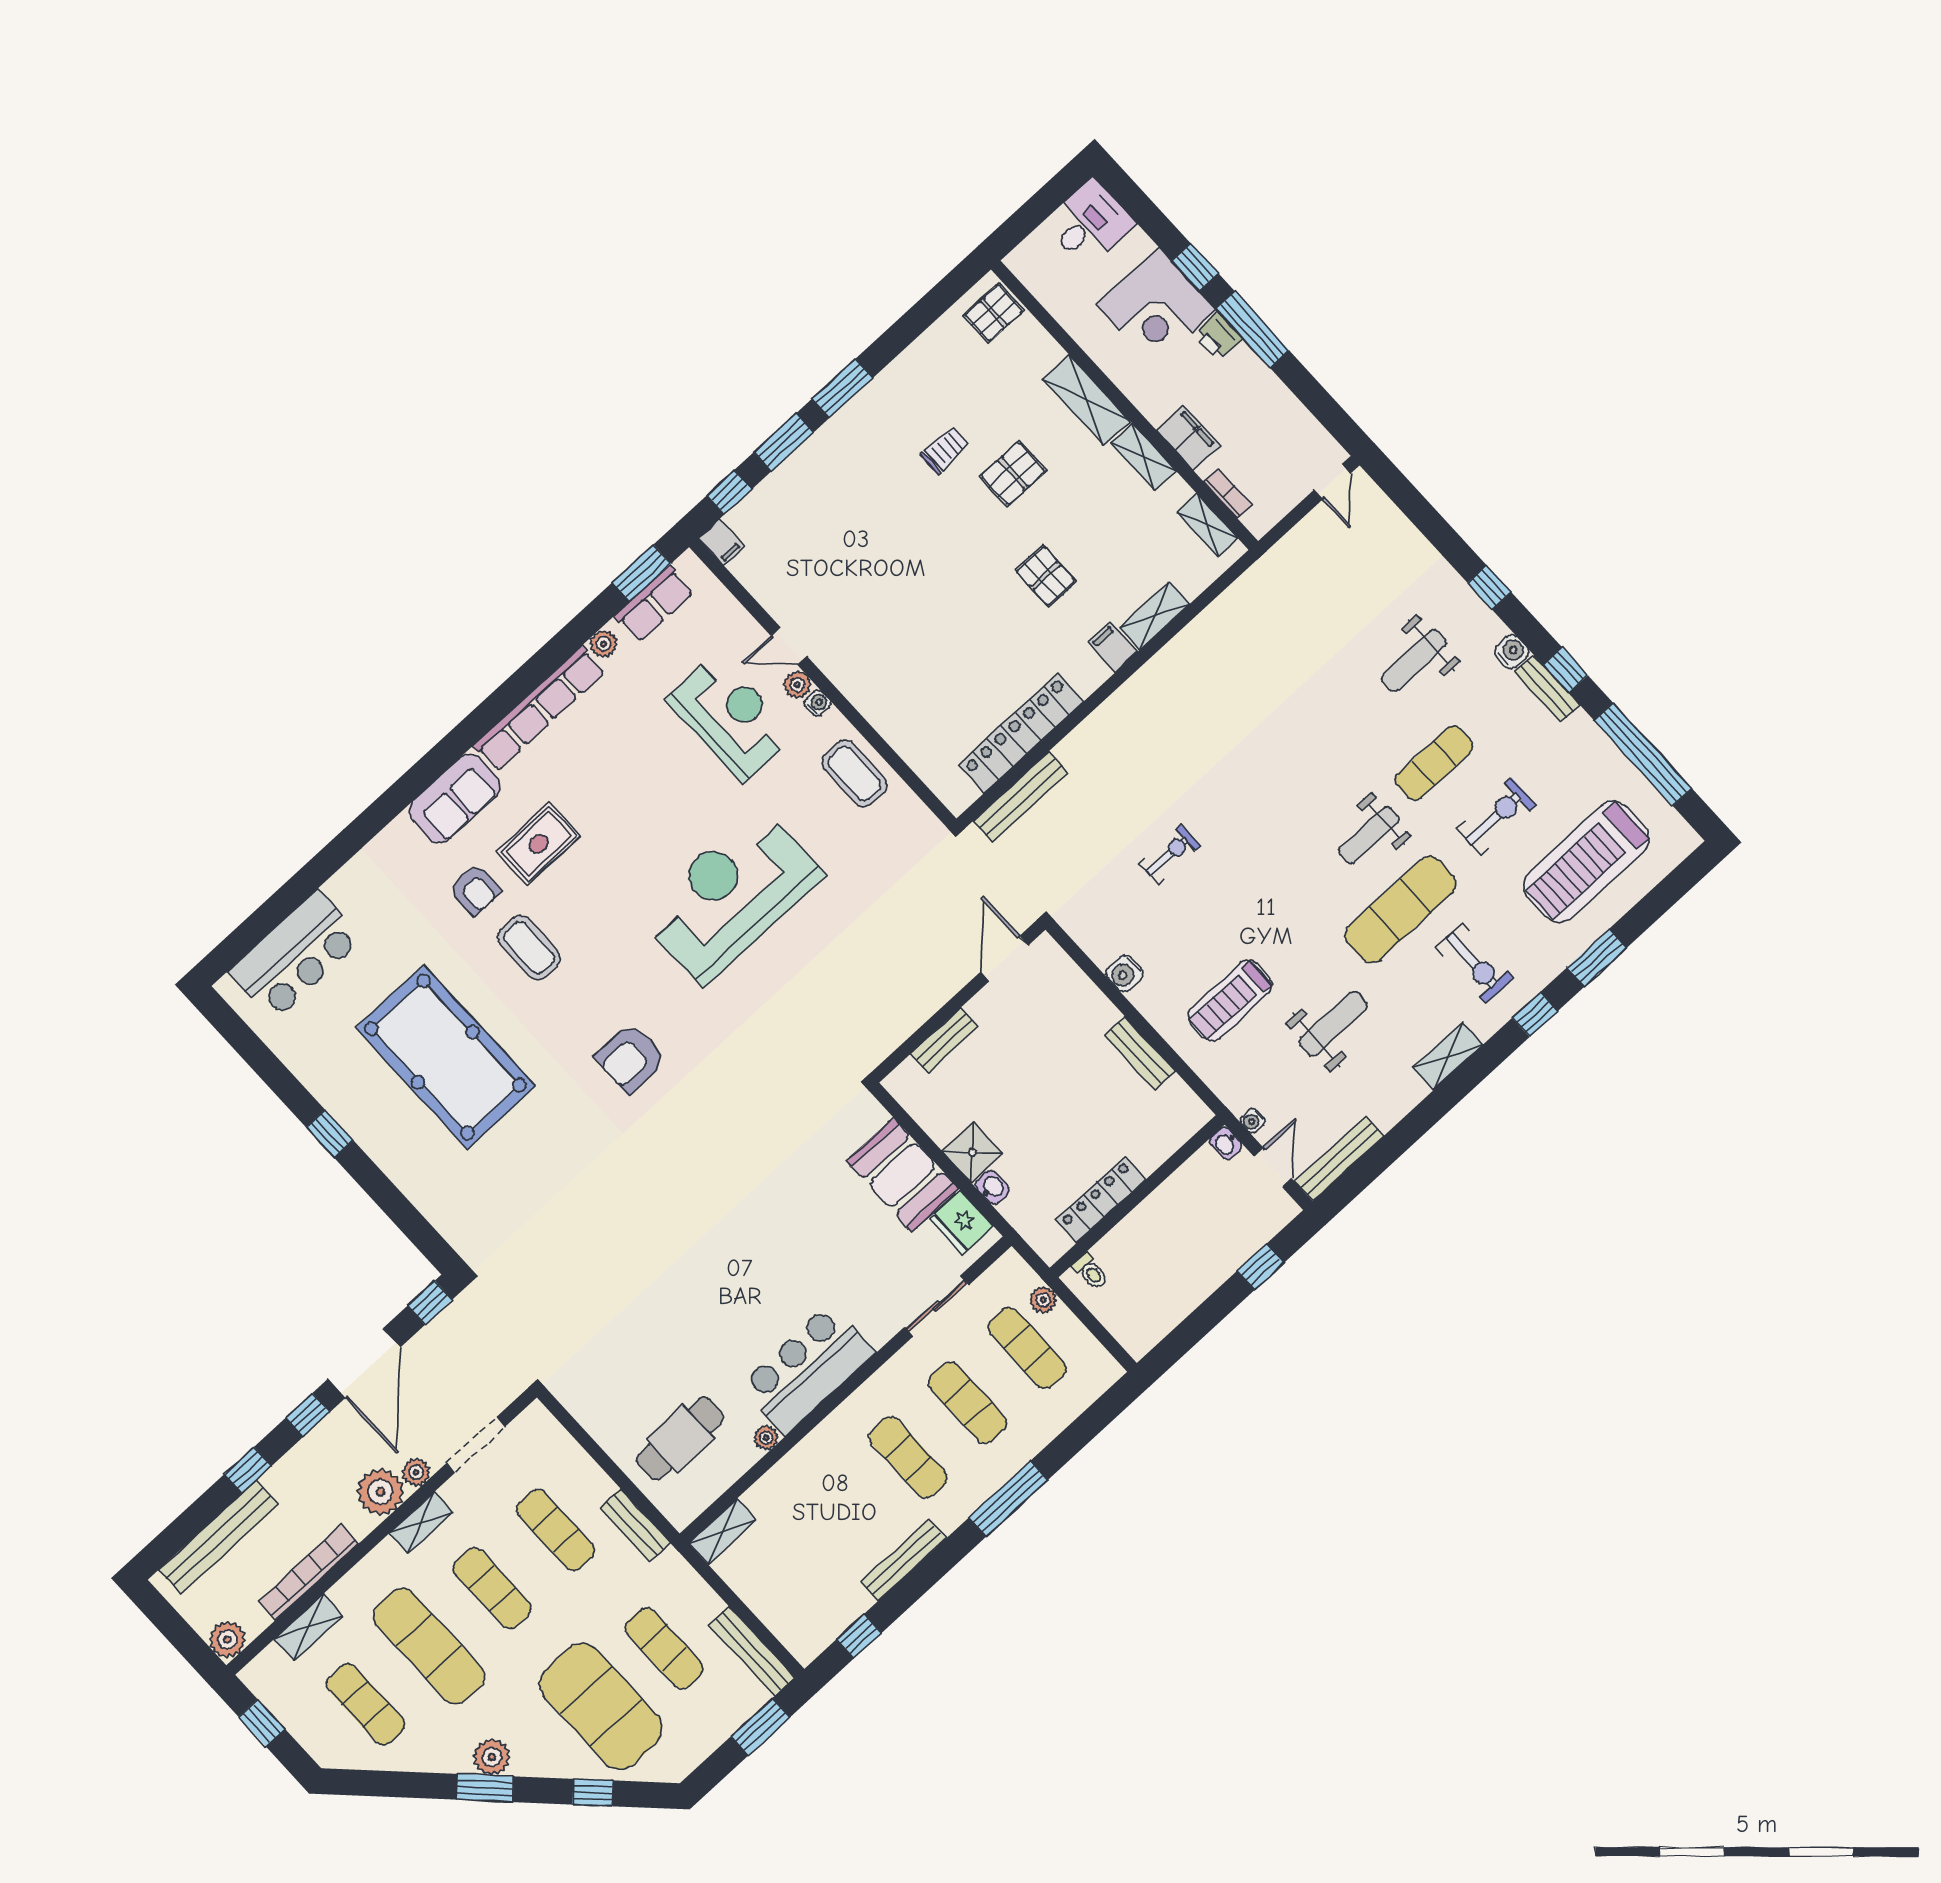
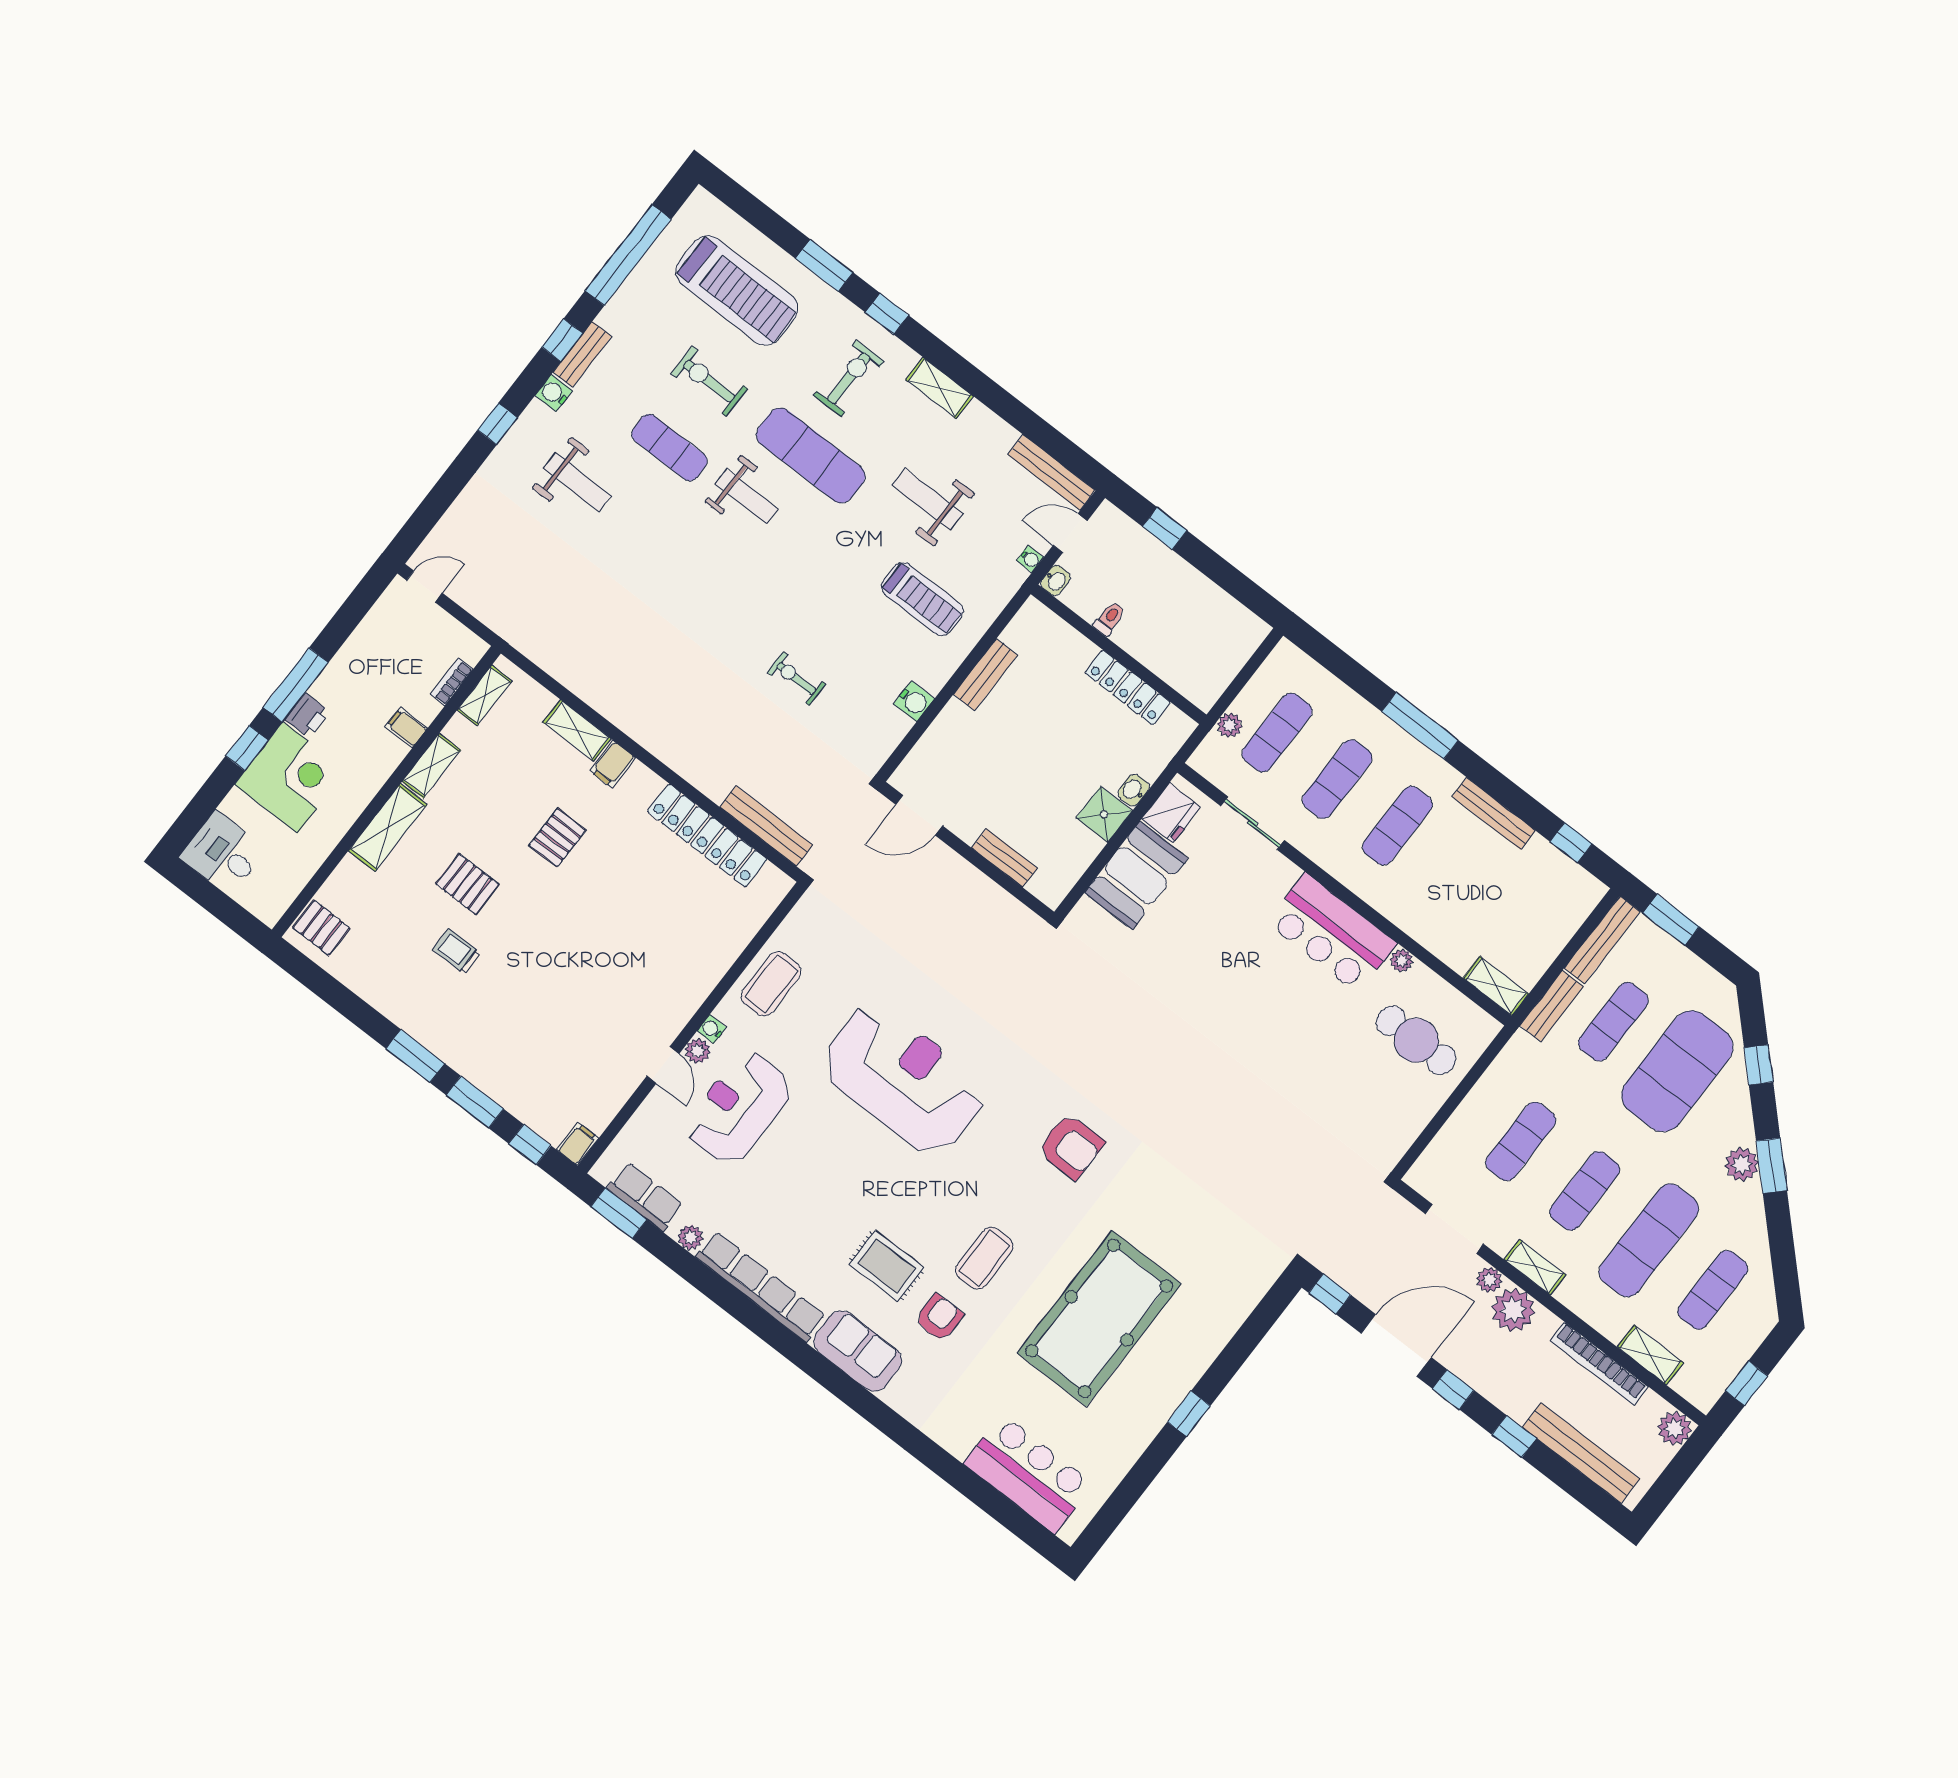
filing cabinet: (1188, 438) -> (406, 727), width x0.50
reception desk: (731, 895) -> (904, 1079), turned 180
toilet: (1090, 1272) -> (1109, 619), moved
bench: (635, 1525) -> (1552, 1006), moved

